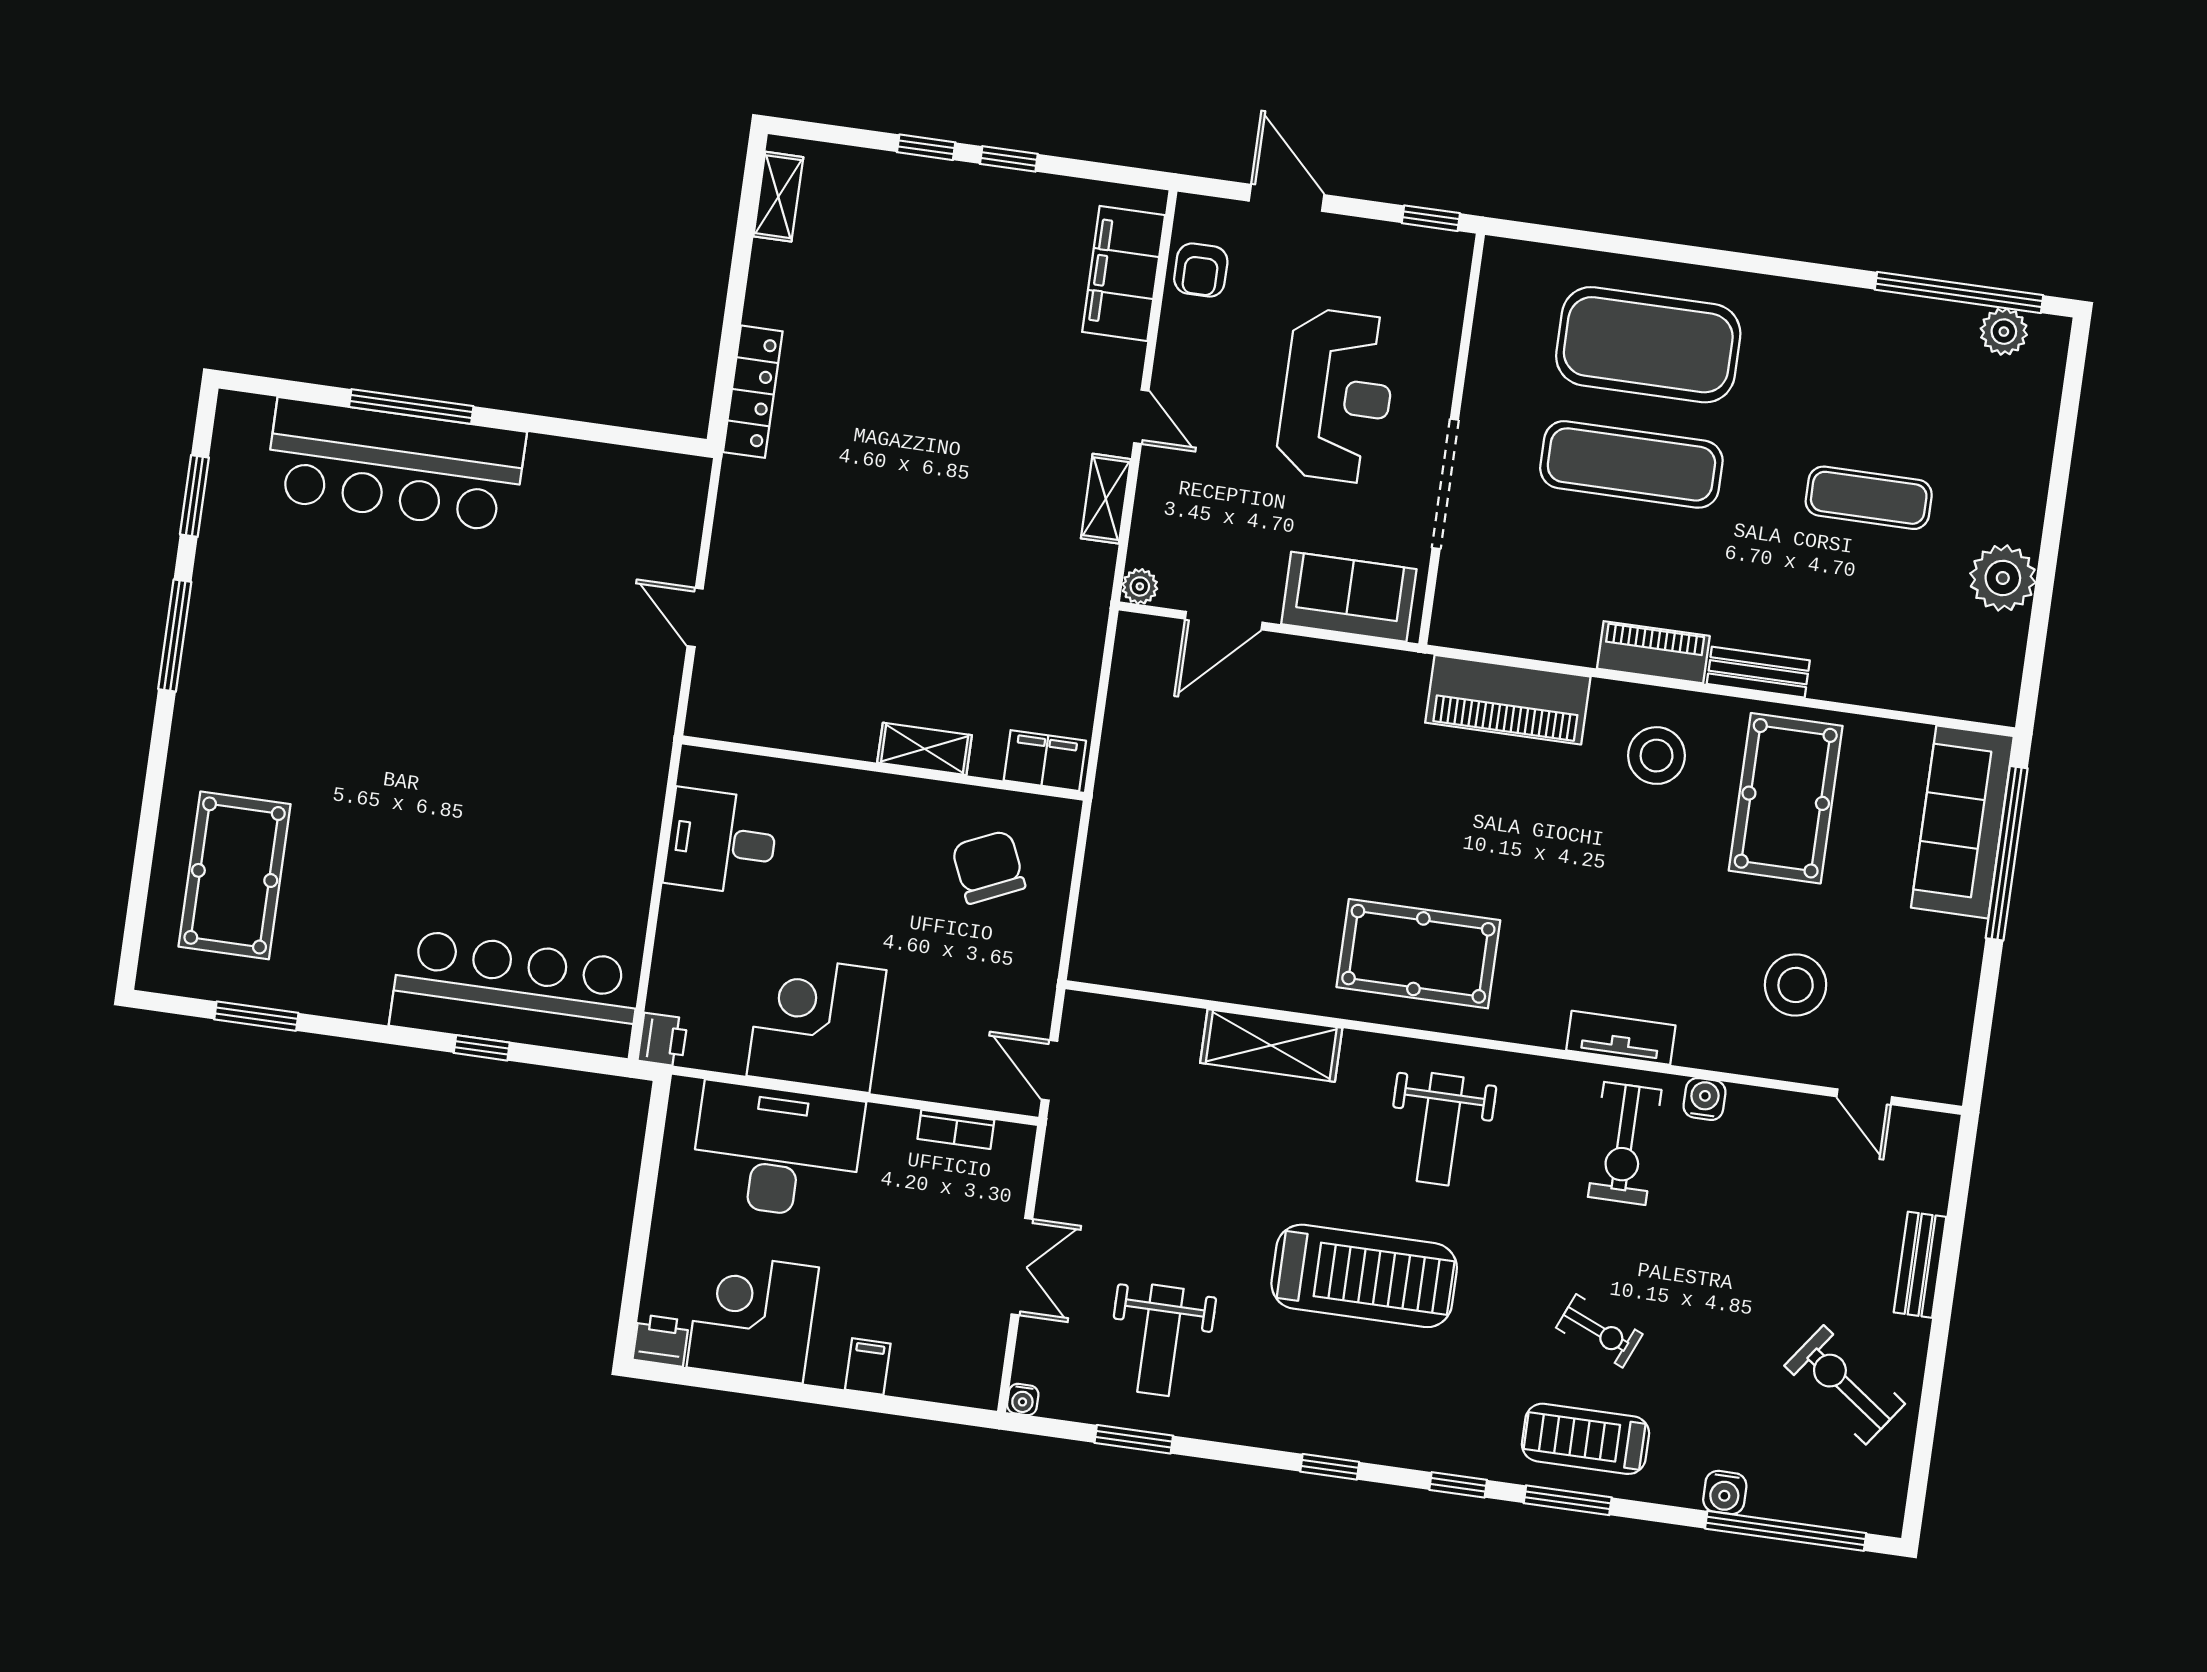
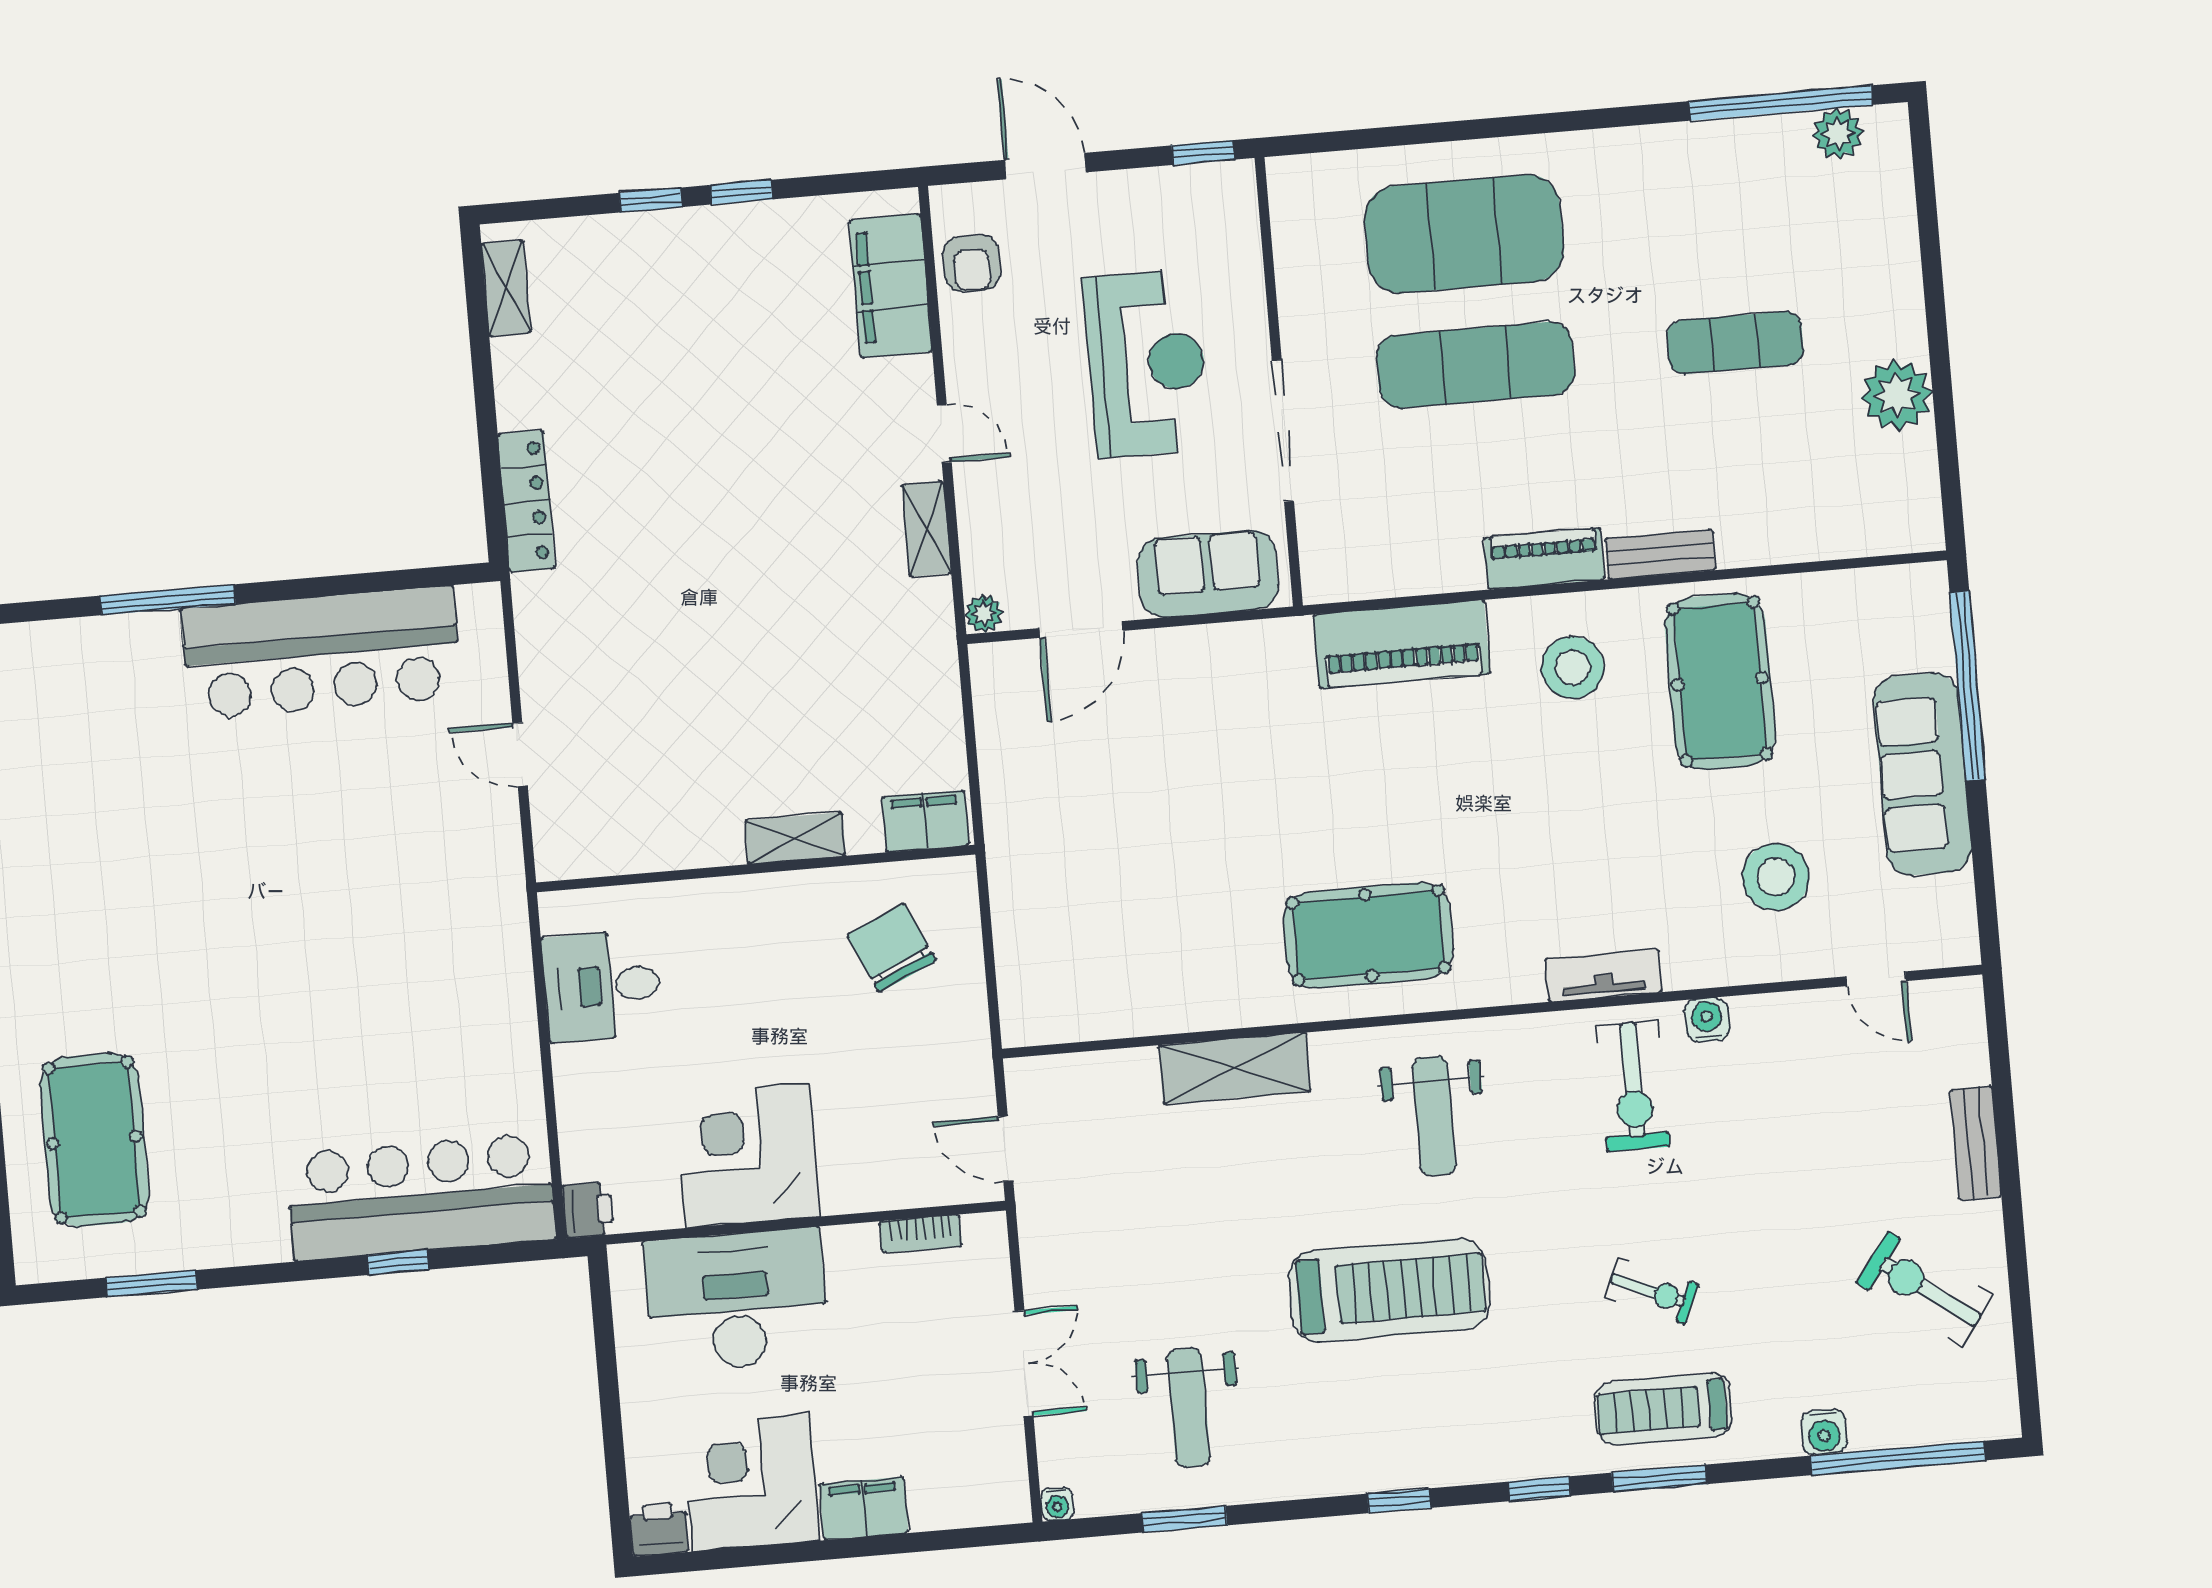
bar counter: (395, 465) -> (321, 652), moved
sofa: (1962, 822) -> (1923, 774), moved
filing cabinet: (868, 1367) -> (864, 1508), width x2.00

